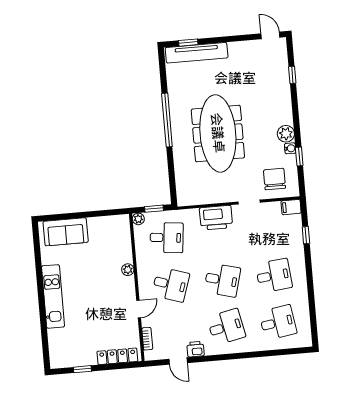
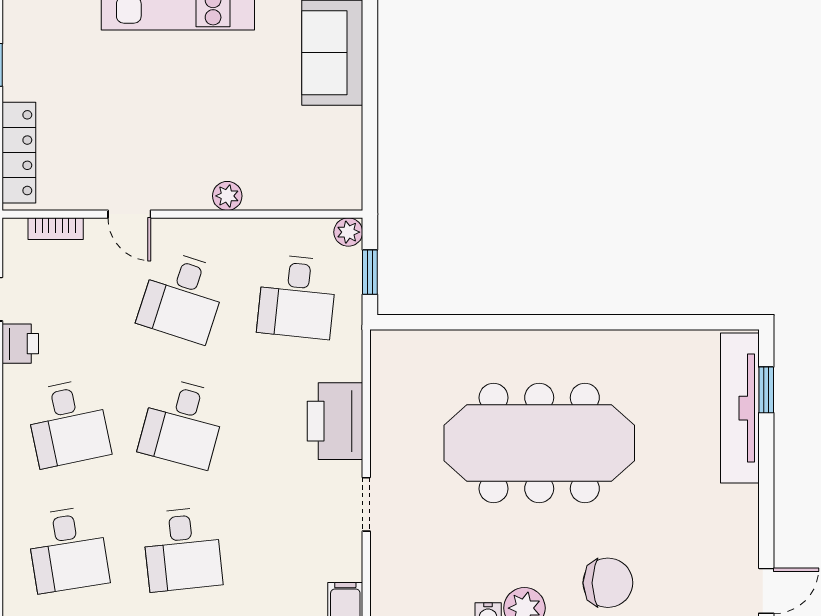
window: (167, 120) -> (583, 322), removed
chair: (275, 179) -> (608, 583), moved

